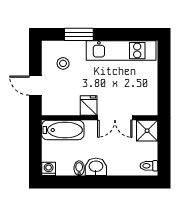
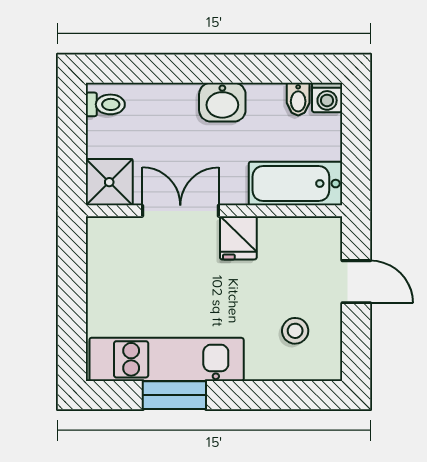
window: (79, 34) -> (174, 395), moved
bidet: (79, 168) -> (298, 99), moved

